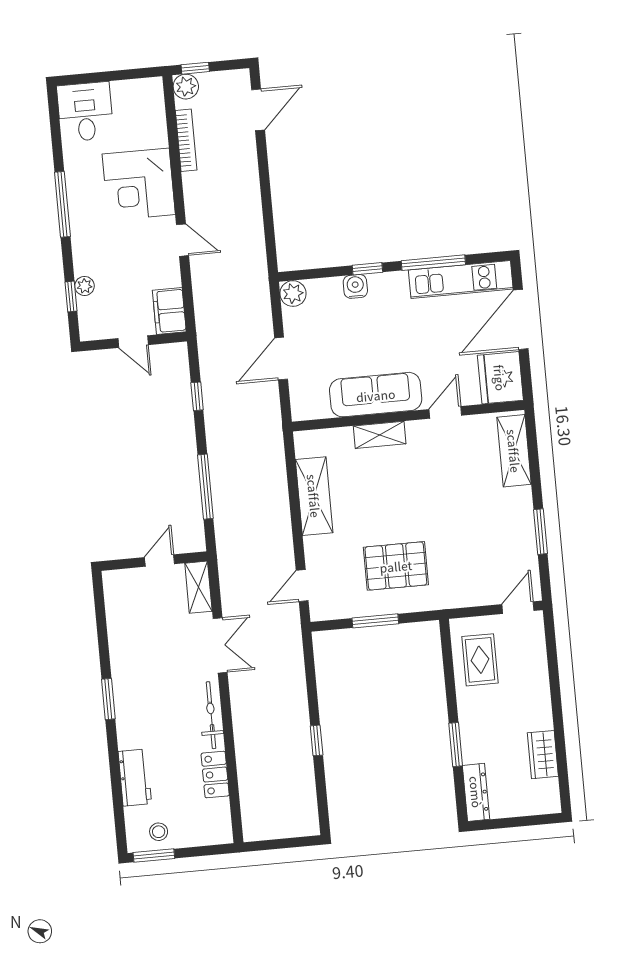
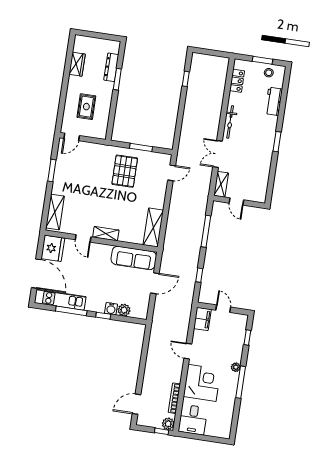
desk: (85, 112) -> (193, 420), moved
plant: (85, 286) -> (236, 367), moved
plant: (293, 294) -> (124, 310), moved
door: (521, 319) -> (36, 274), hinge flipped
sofa: (376, 395) -> (134, 258), moved
door: (445, 412) -> (83, 238), hinge flipped
shelving: (380, 435) -> (106, 234), moved
shelving: (314, 496) -> (153, 228), moved
door: (159, 561) -> (236, 201), hinge flipped
pallet: (396, 566) -> (125, 171), turned 90
rug: (480, 660) -> (86, 107), moved
window: (317, 740) -> (186, 79), moved
locker: (215, 775) -> (237, 81), moved
dresser: (476, 792) -> (111, 67), moved
window: (154, 855) -> (262, 60), moved

